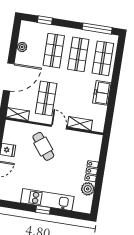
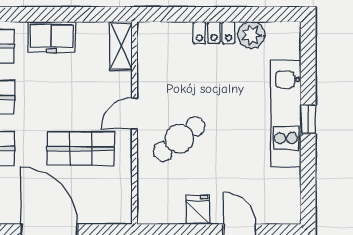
shelving: (18, 114) -> (122, 201), removed
shelving: (80, 124) -> (121, 46), moved

